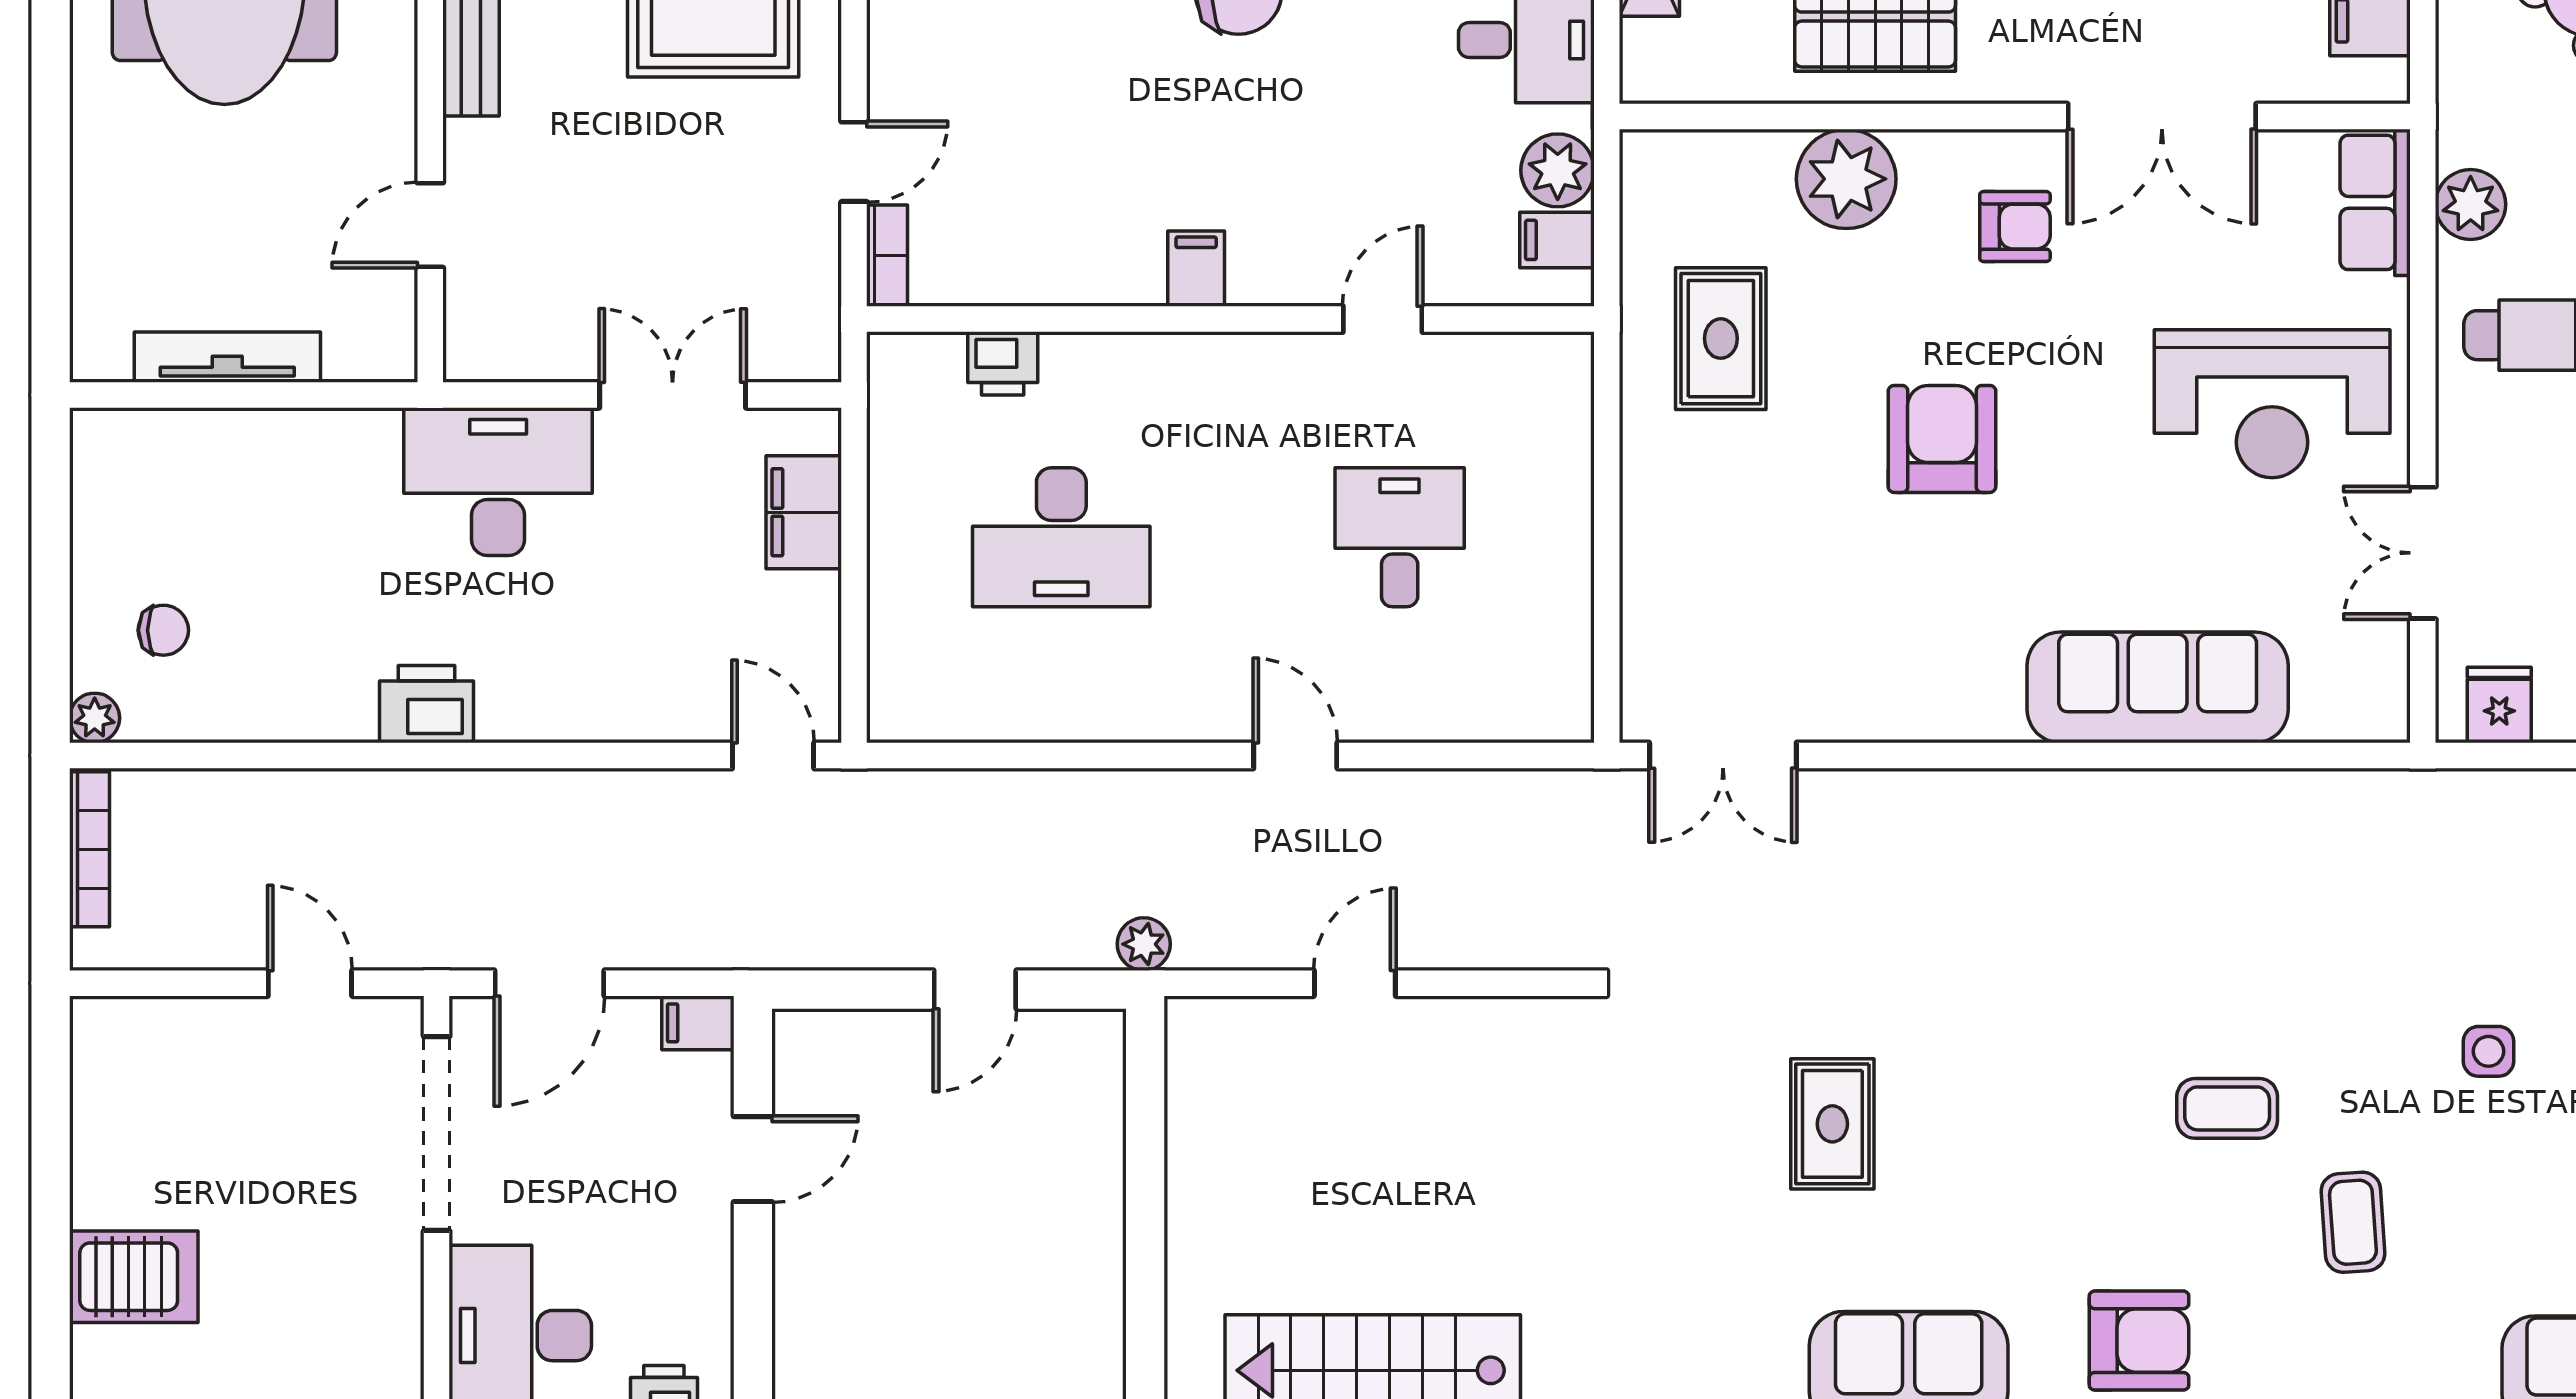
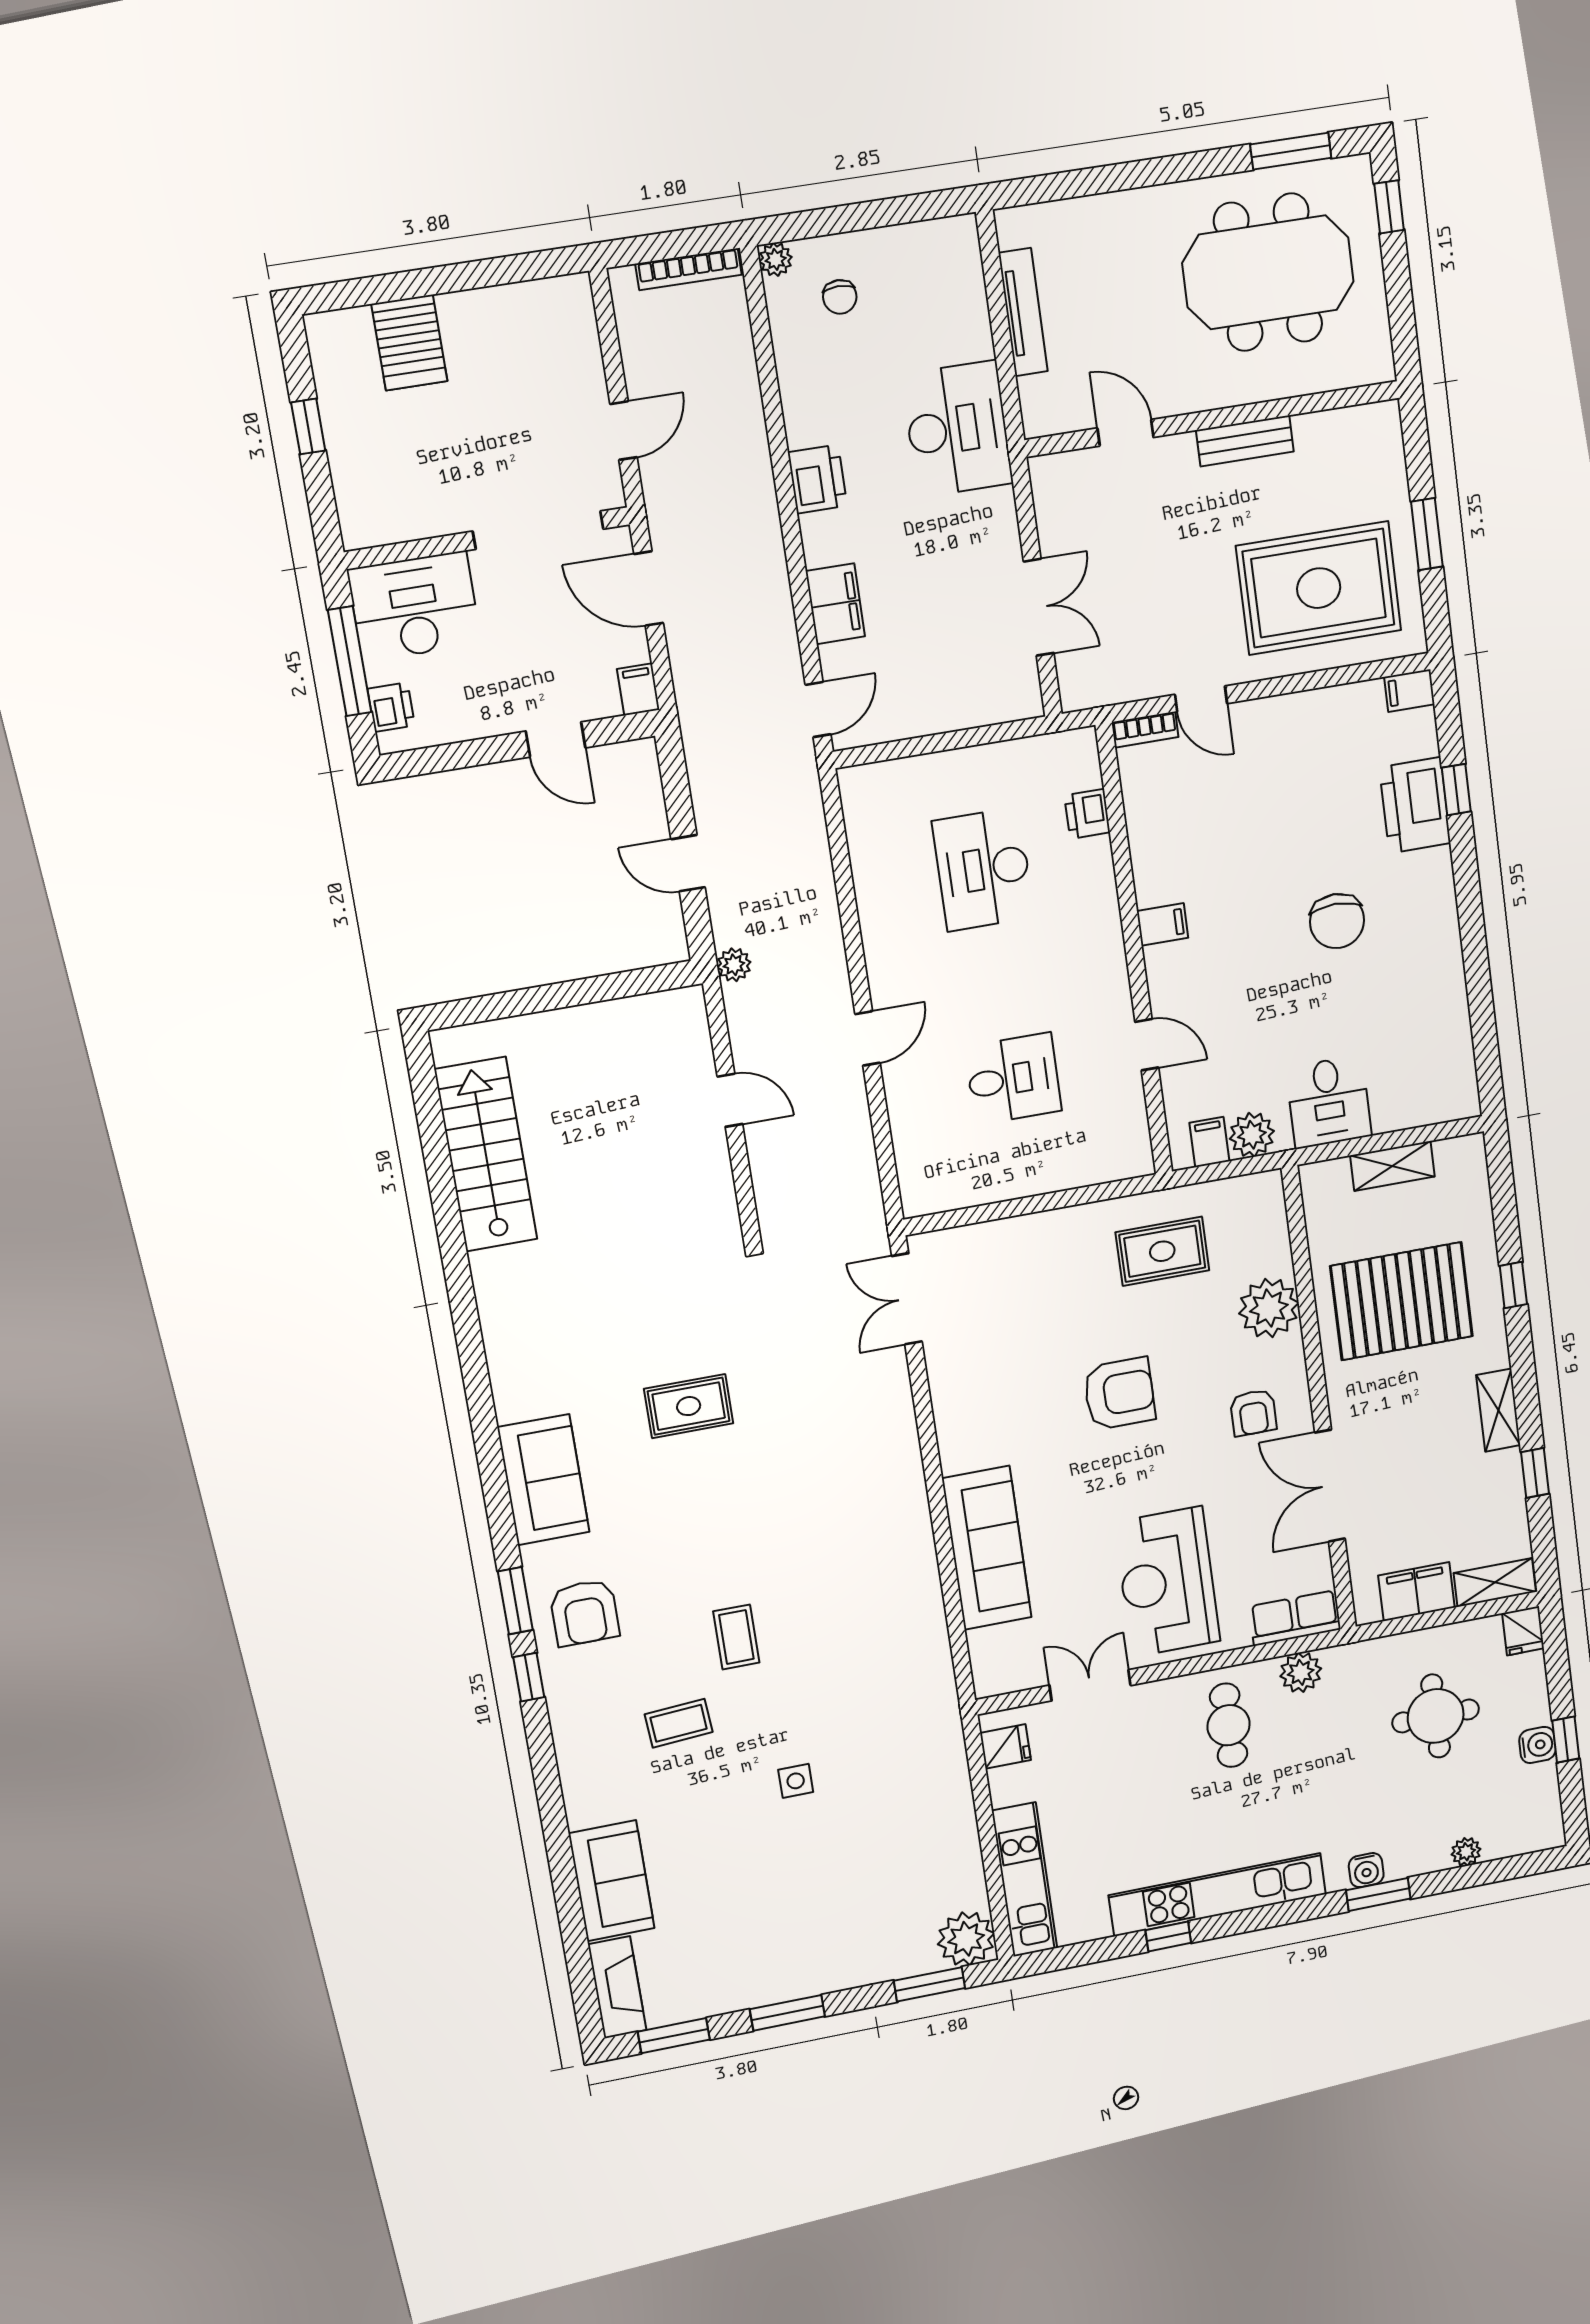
desk: (498, 482) -> (957, 429), moved
filing cabinet: (804, 512) -> (835, 604), moved, turned 90

